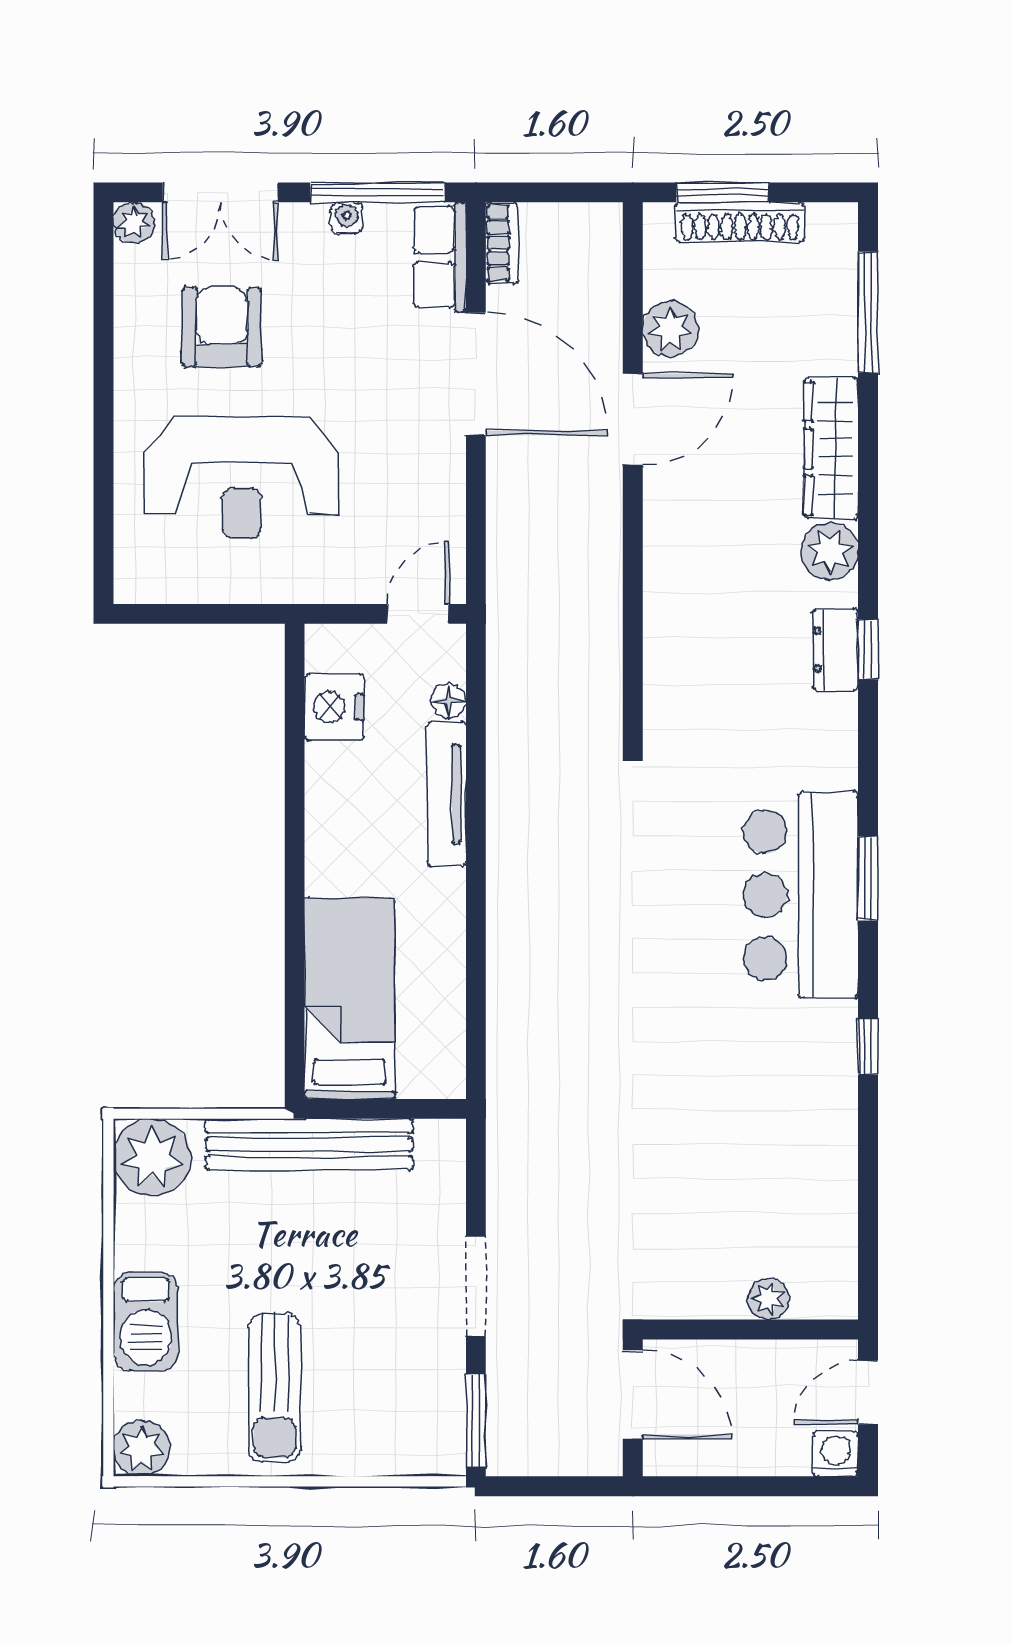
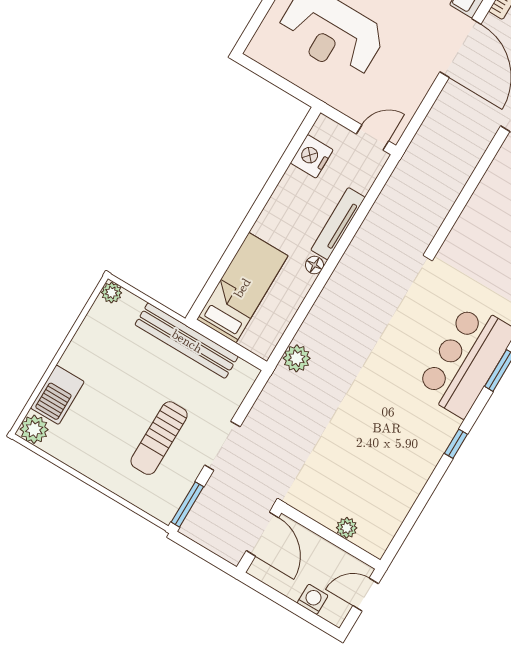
floor lamp: (449, 701) -> (314, 265), moved
plant: (513, 1063) -> (297, 358), added
plant: (152, 1157) -> (112, 293), width x0.53, depth x0.53
barbecue: (146, 1321) -> (57, 395), moved
sun lounger: (275, 1388) -> (159, 438), moved
washing machine: (836, 1454) -> (313, 599), moved

